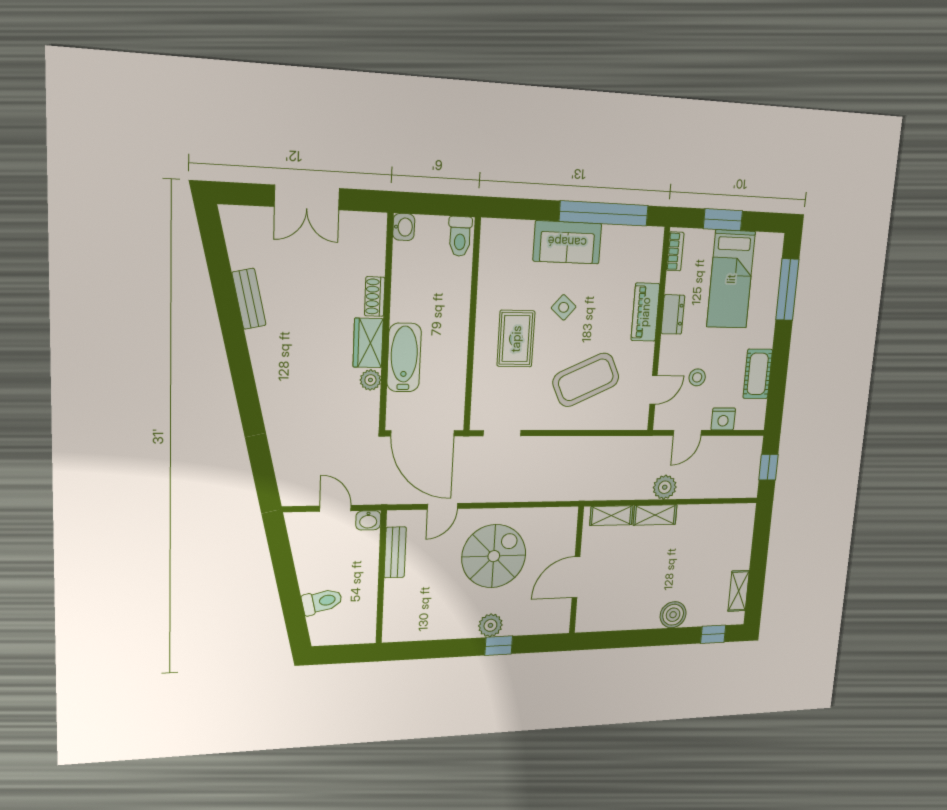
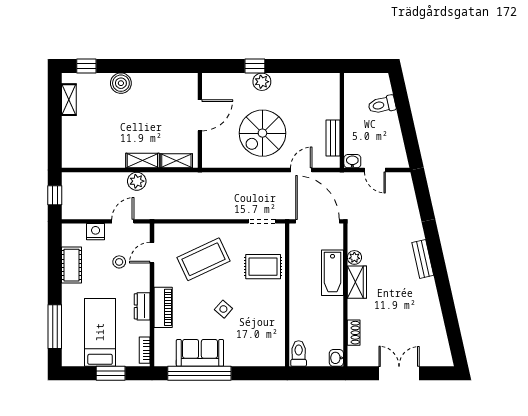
sofa: (567, 242) -> (200, 353), moved
shoe rack: (375, 297) -> (354, 333), moved
bench: (249, 299) -> (423, 259), moved
rug: (516, 339) -> (263, 267), moved, turned 90

